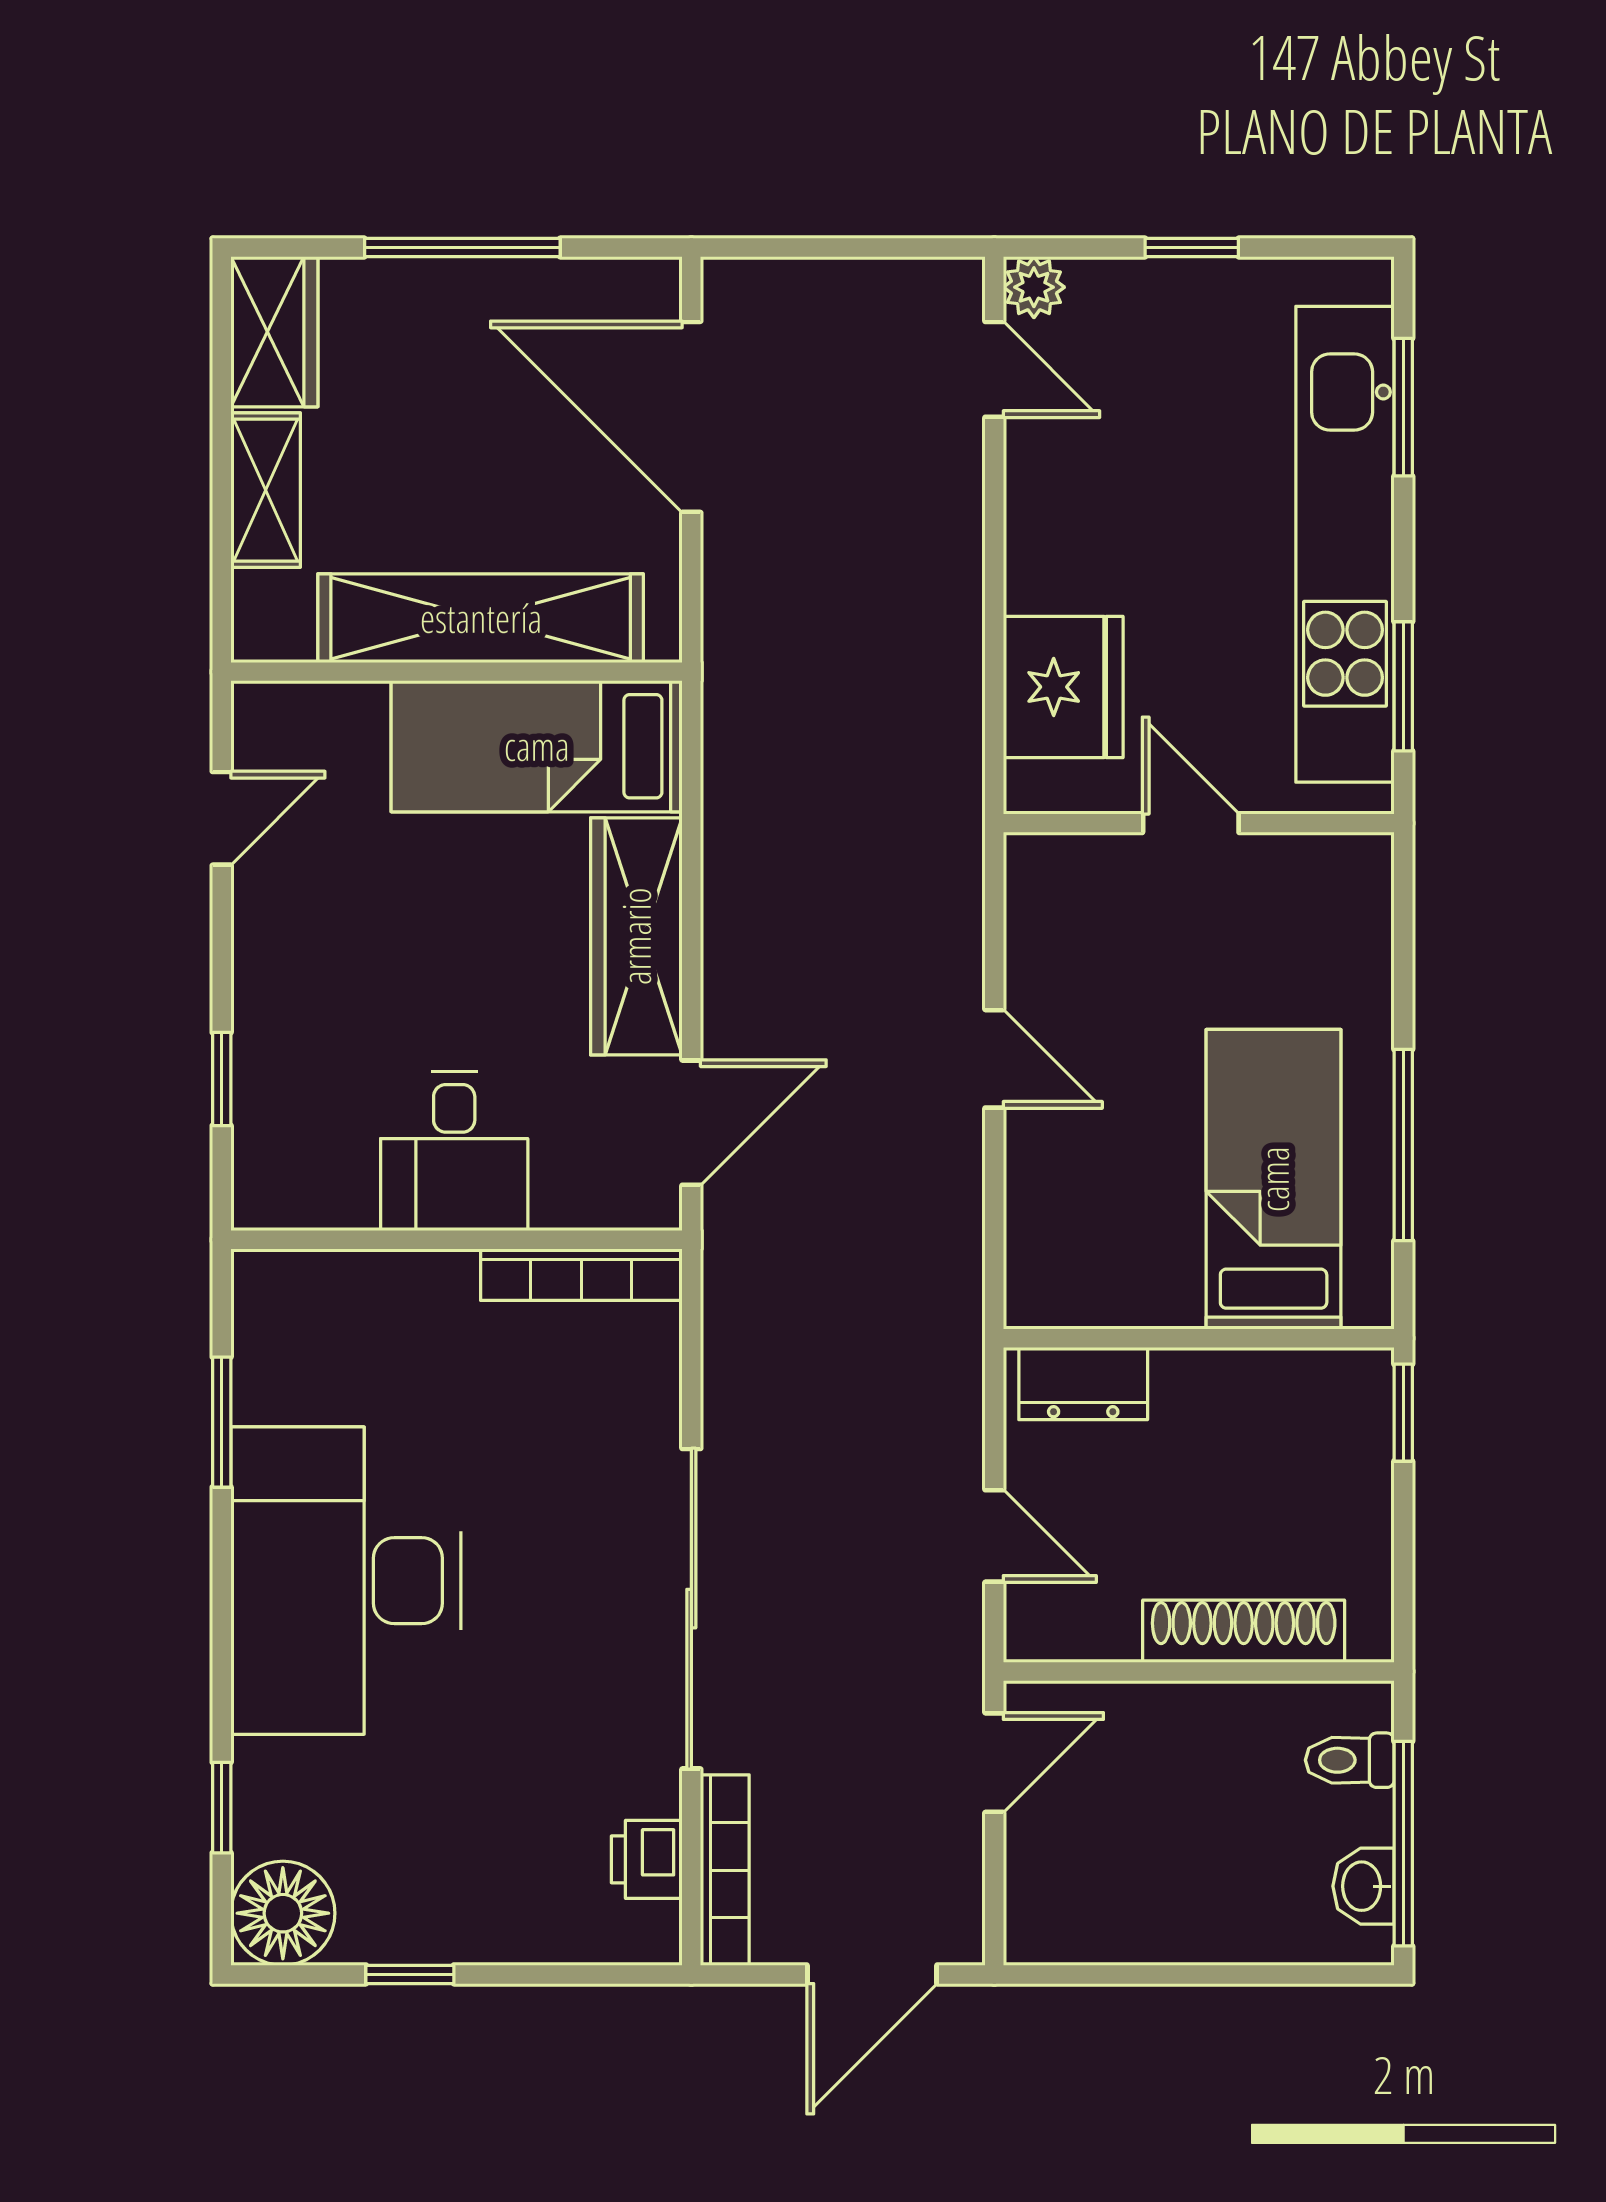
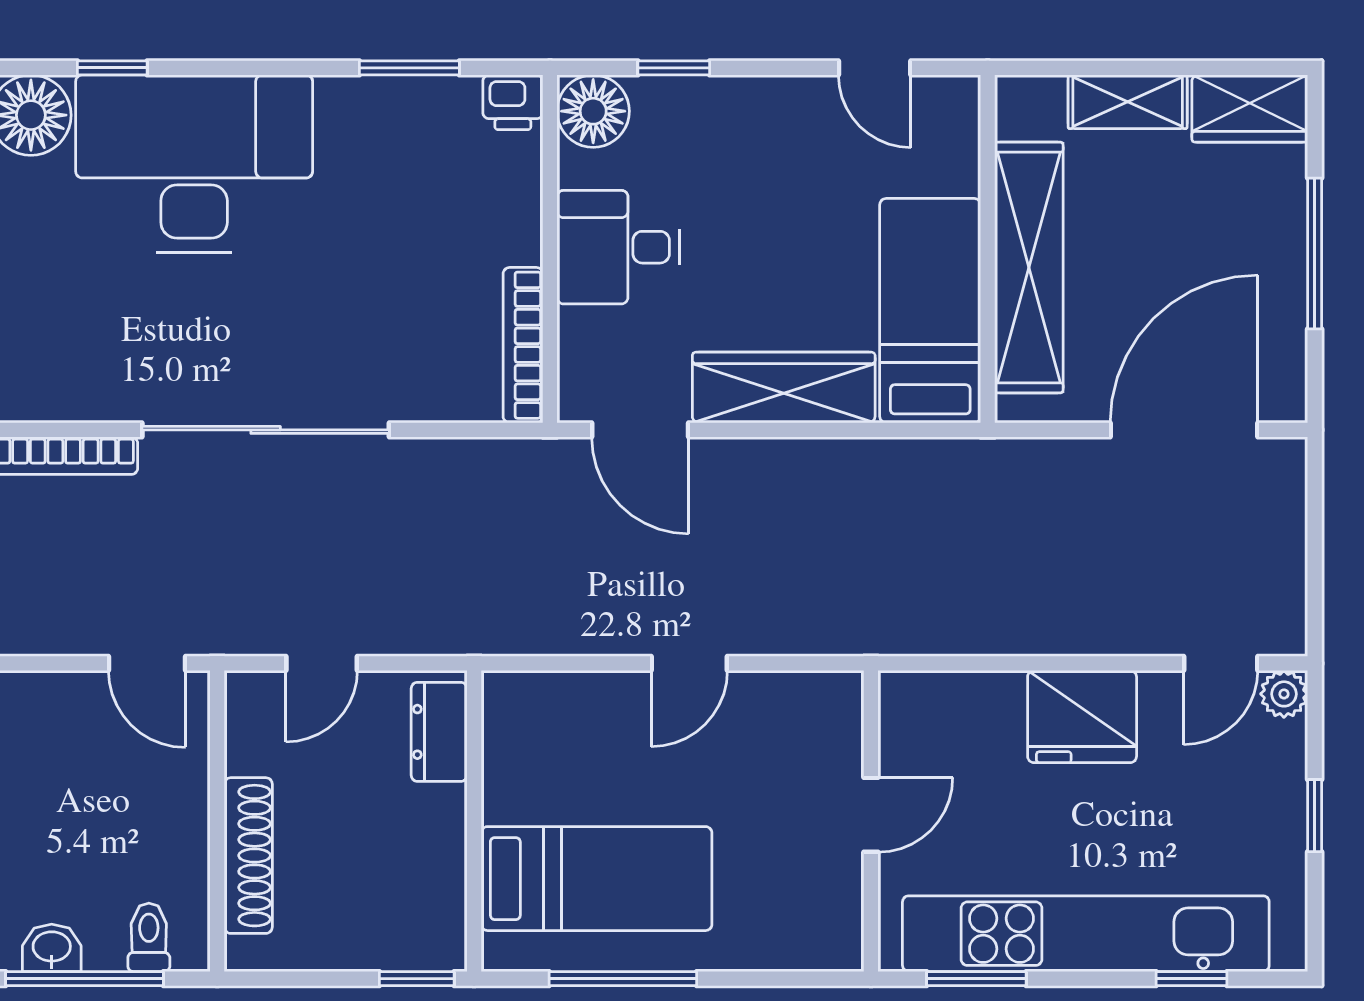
window: (1403, 407) -> (1192, 979), width x0.67
fridge: (1063, 687) -> (1082, 717), moved
floor lamp: (278, 1184) -> (593, 111), added
desk: (346, 1581) -> (194, 164), moved
printer: (647, 1859) -> (513, 102), moved, turned 180

